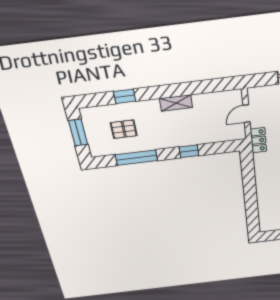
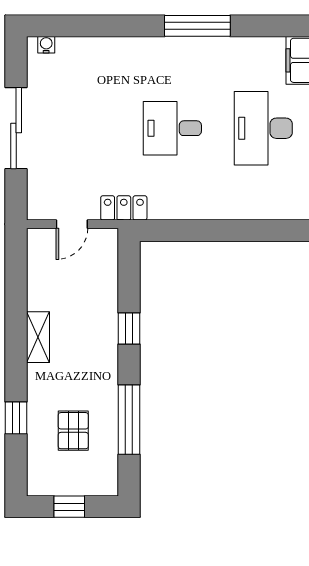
door: (246, 114) -> (72, 224), hinge flipped
window: (78, 132) -> (69, 507), width x0.67

